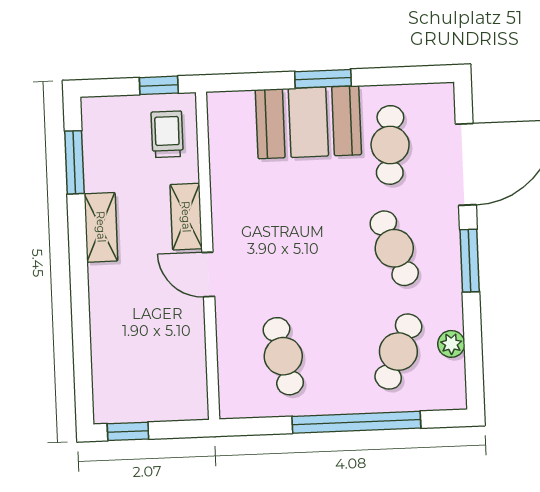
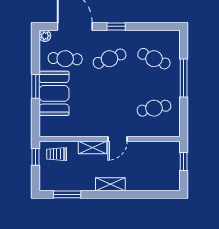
shelving: (101, 227) -> (110, 184), moved
window: (470, 261) -> (116, 26), width x0.67
plant: (451, 344) -> (45, 36), moved
window: (356, 422) -> (184, 78), width x0.68
window: (128, 431) -> (184, 161), moved

